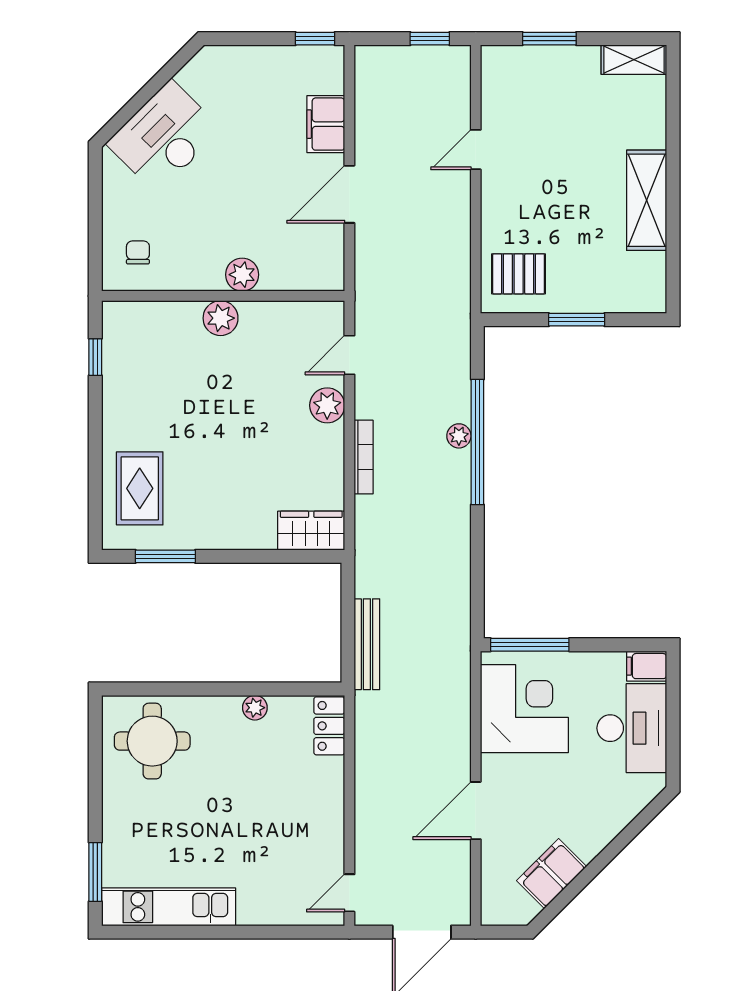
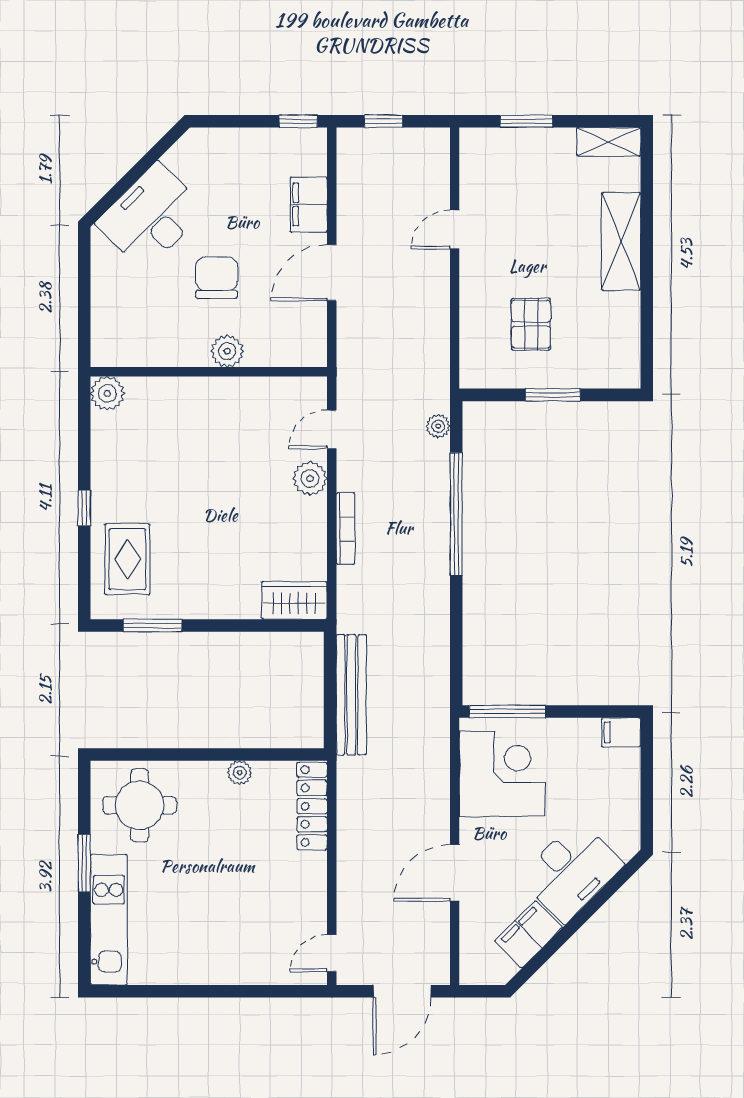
window: (430, 39) -> (383, 121), moved
shelving: (647, 200) -> (621, 241), moved
chair: (138, 252) -> (217, 278), moved, width x1.87, depth x1.87
pallet: (519, 274) -> (531, 324), moved, turned 90
plant: (221, 318) -> (107, 393), moved
window: (95, 357) -> (84, 508), moved
plant: (459, 436) -> (438, 426), moved
bench: (367, 644) -> (351, 695), width x1.37, depth x1.21
locker: (329, 726) -> (312, 806), width x1.53
desk: (632, 728) -> (571, 871), moved, turned 45
window: (95, 872) -> (84, 863), moved
kitchen unit: (169, 907) -> (109, 920), moved, turned 90

